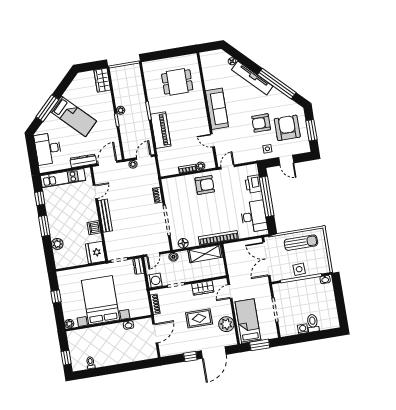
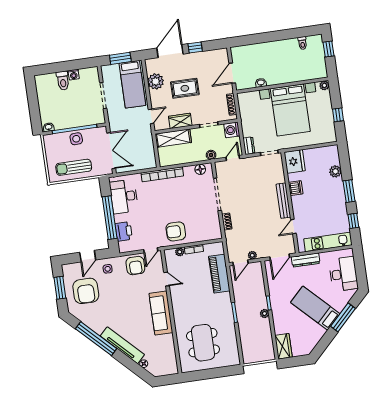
dining table: (177, 82) -> (203, 343), width x1.38
armchair: (261, 123) -> (135, 266), moved, turned 90
piano: (161, 130) -> (219, 274), moved
door: (286, 160) -> (88, 256), swing flipped
shelving: (205, 254) -> (173, 138), moved

